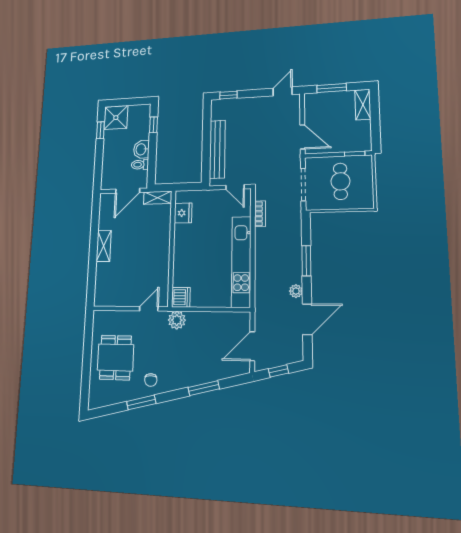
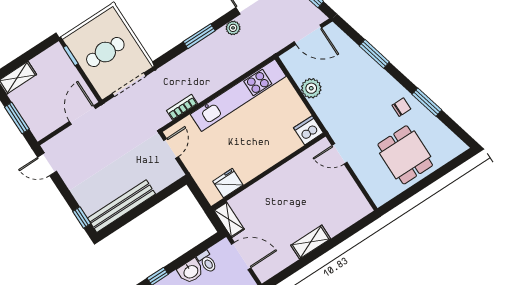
bench: (217, 149) -> (121, 206), moved
plant: (177, 320) -> (311, 88), moved
dining table: (115, 357) -> (405, 155), turned 90

